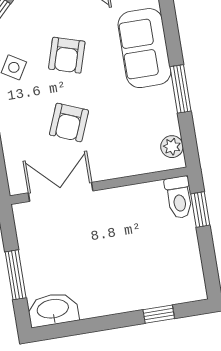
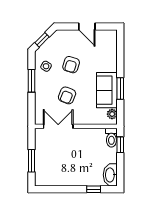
sofa: (144, 48) -> (107, 90), moved
washbasin: (53, 310) -> (110, 175), moved, turned -90

